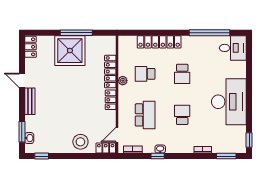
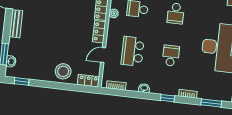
school desk: (145, 115) -> (133, 51), turned 180
door: (117, 135) -> (103, 55), moved
window: (158, 156) -> (168, 98), moved

